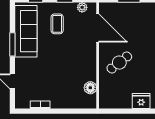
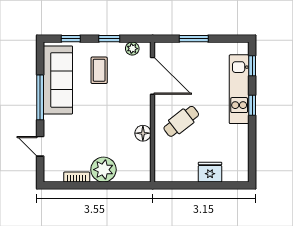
window: (12, 44) -> (40, 97), width x1.44
floor lamp: (90, 88) -> (143, 133), moved
plant: (60, 99) -> (103, 170), added

